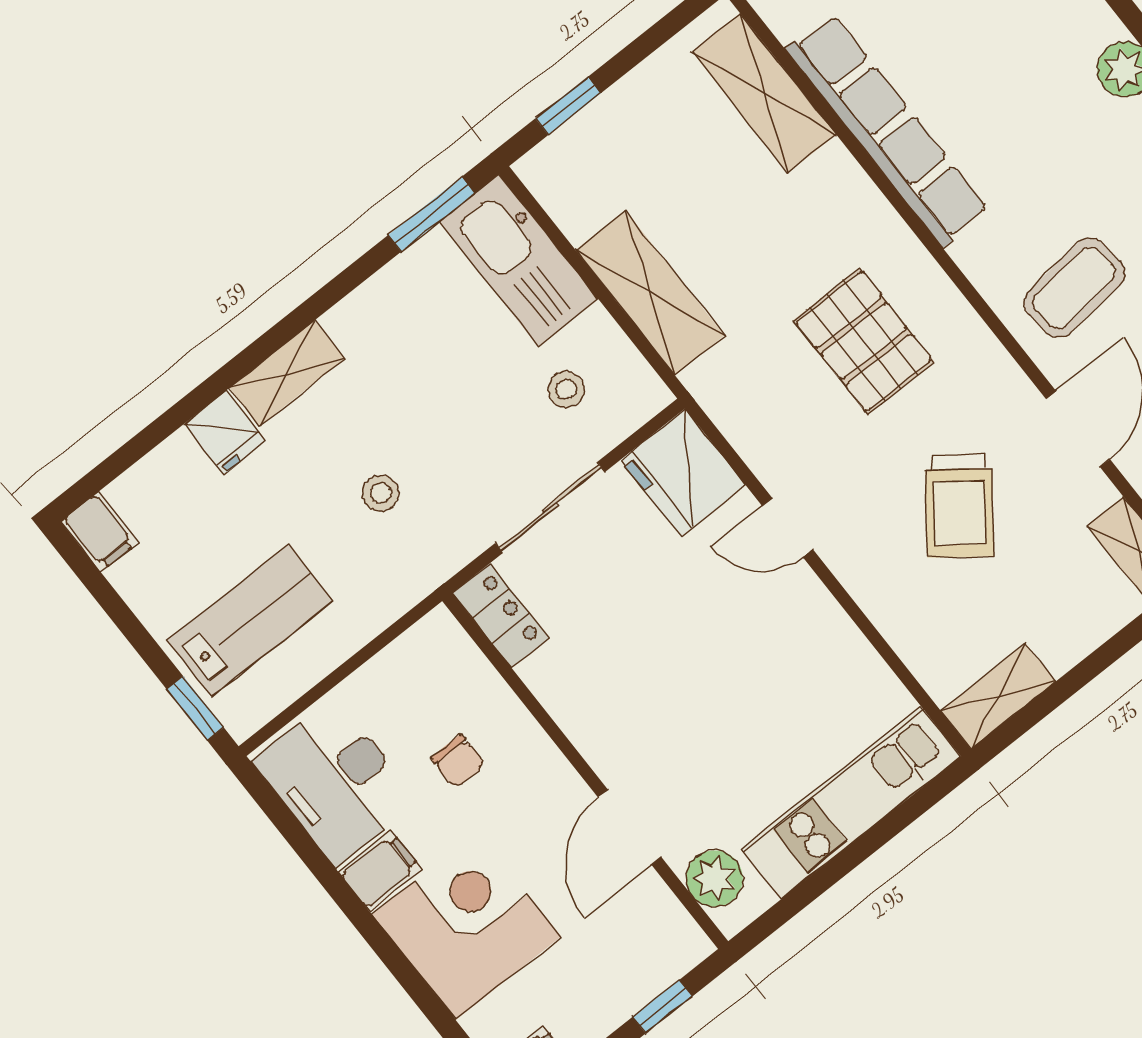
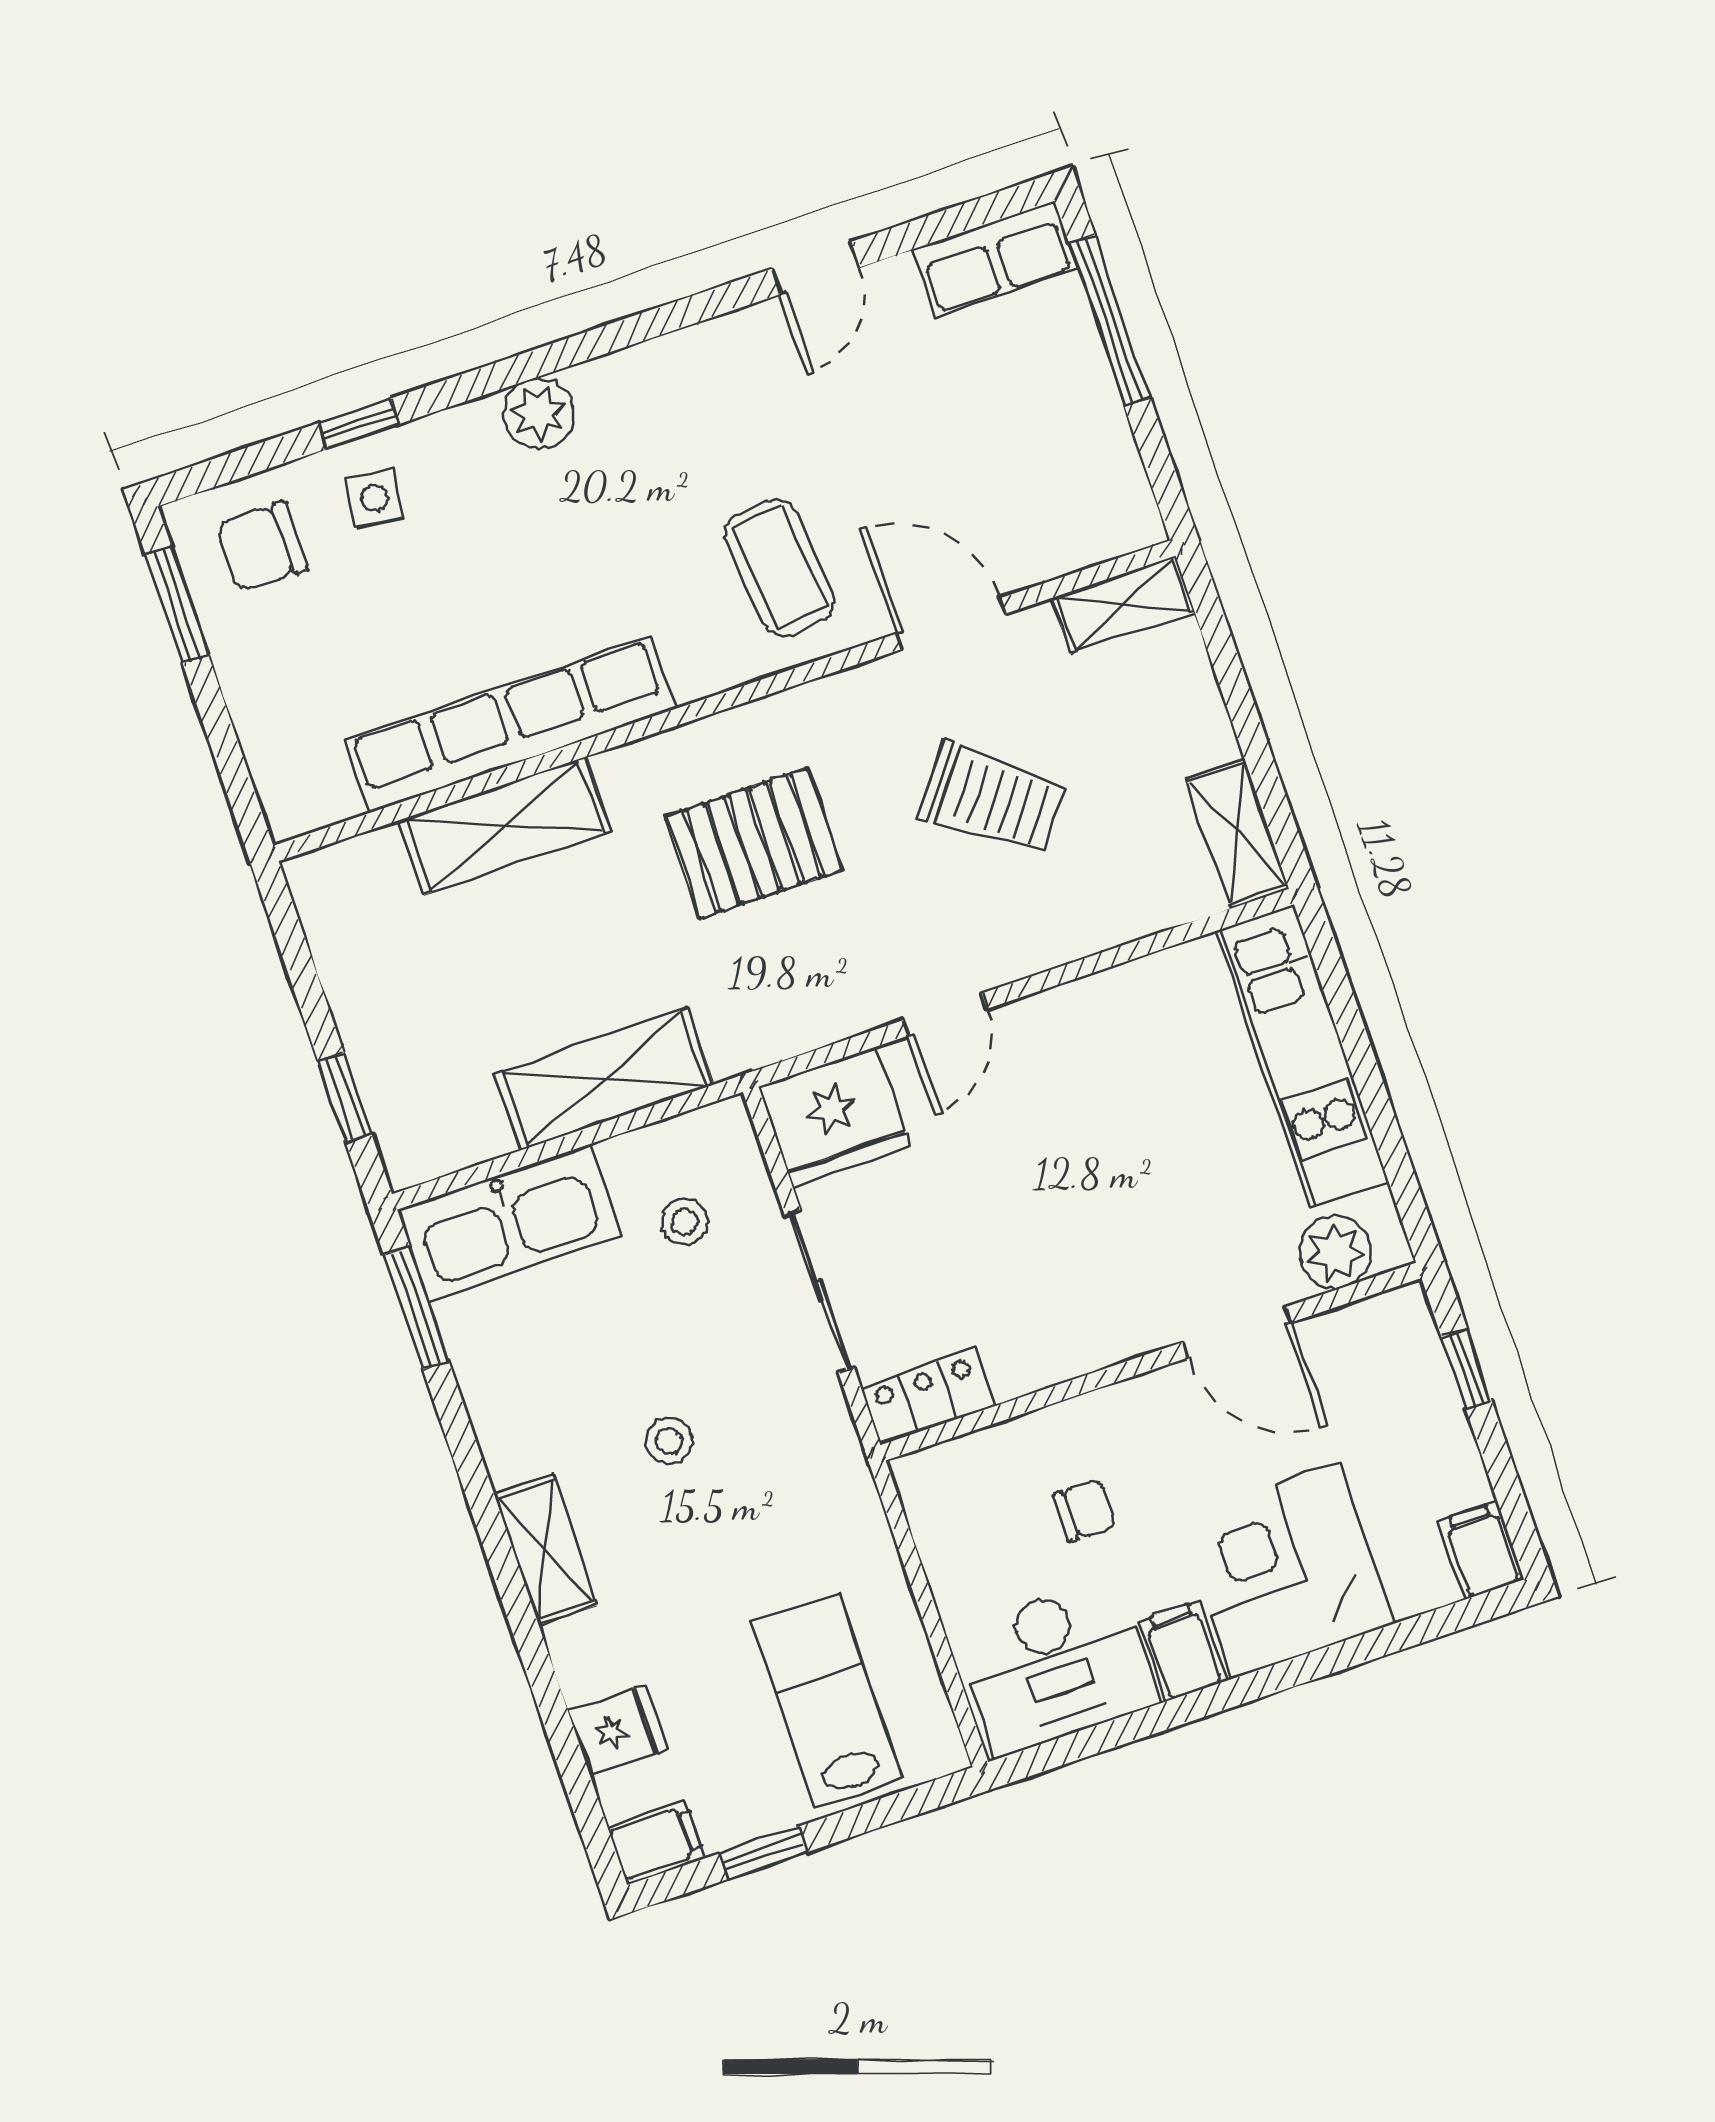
shelving: (764, 93) -> (505, 826), moved
fridge: (225, 433) -> (618, 1730), moved
stool: (381, 493) -> (669, 1441), moved
window: (195, 708) -> (763, 1853), moved

